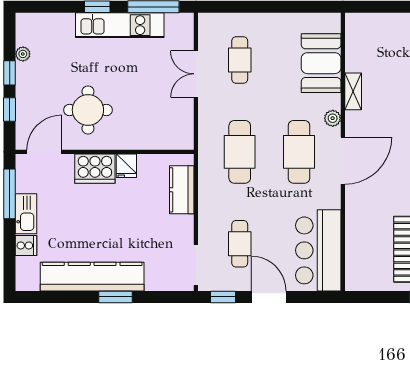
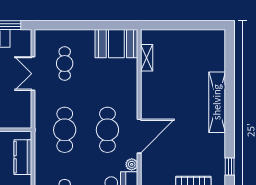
booth: (321, 63) -> (116, 44), moved, turned 90
shelving: (353, 91) -> (147, 58), moved
plant: (333, 118) -> (132, 164), moved

